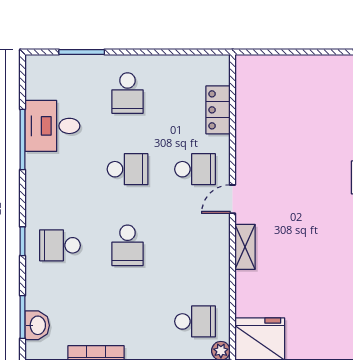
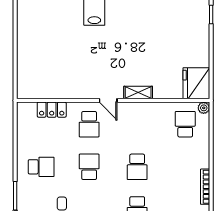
school desk: (195, 169) -> (89, 124), turned 180
school desk: (127, 245) -> (137, 167), turned 90

